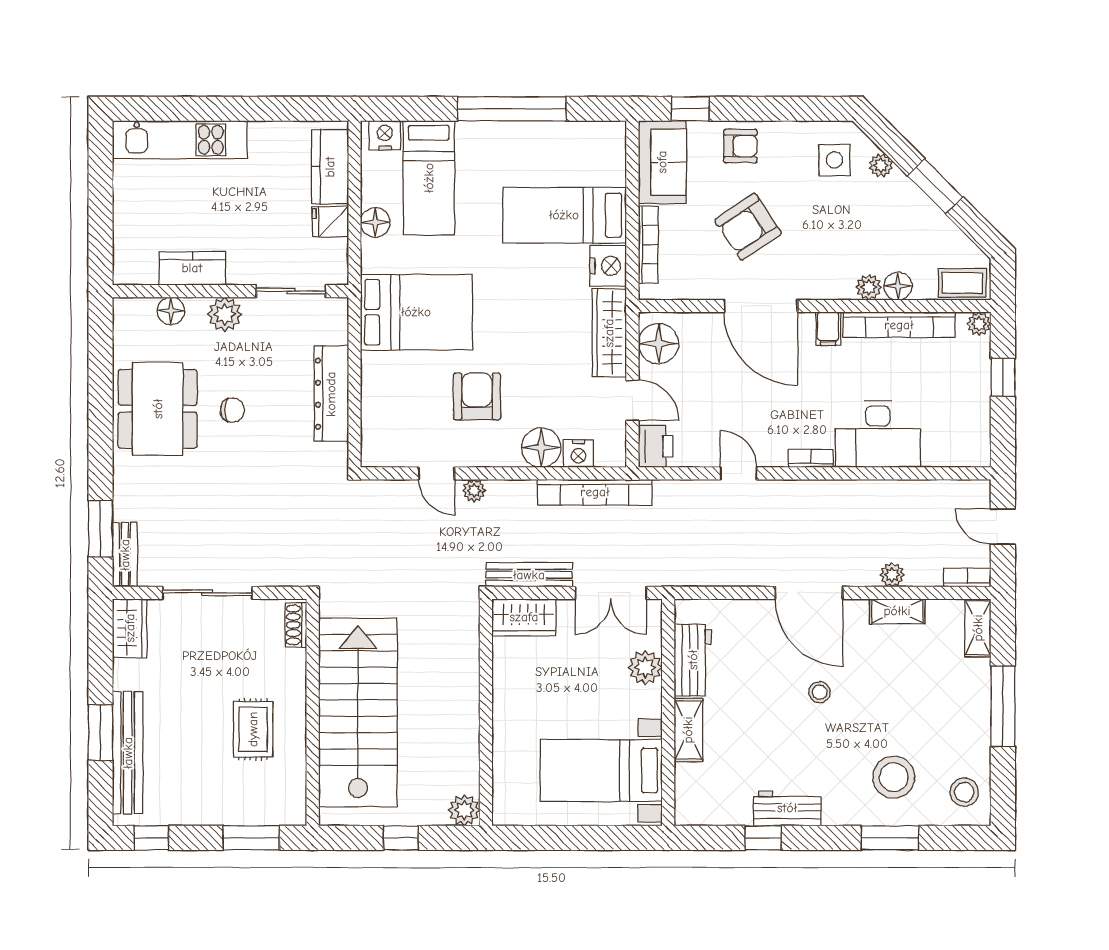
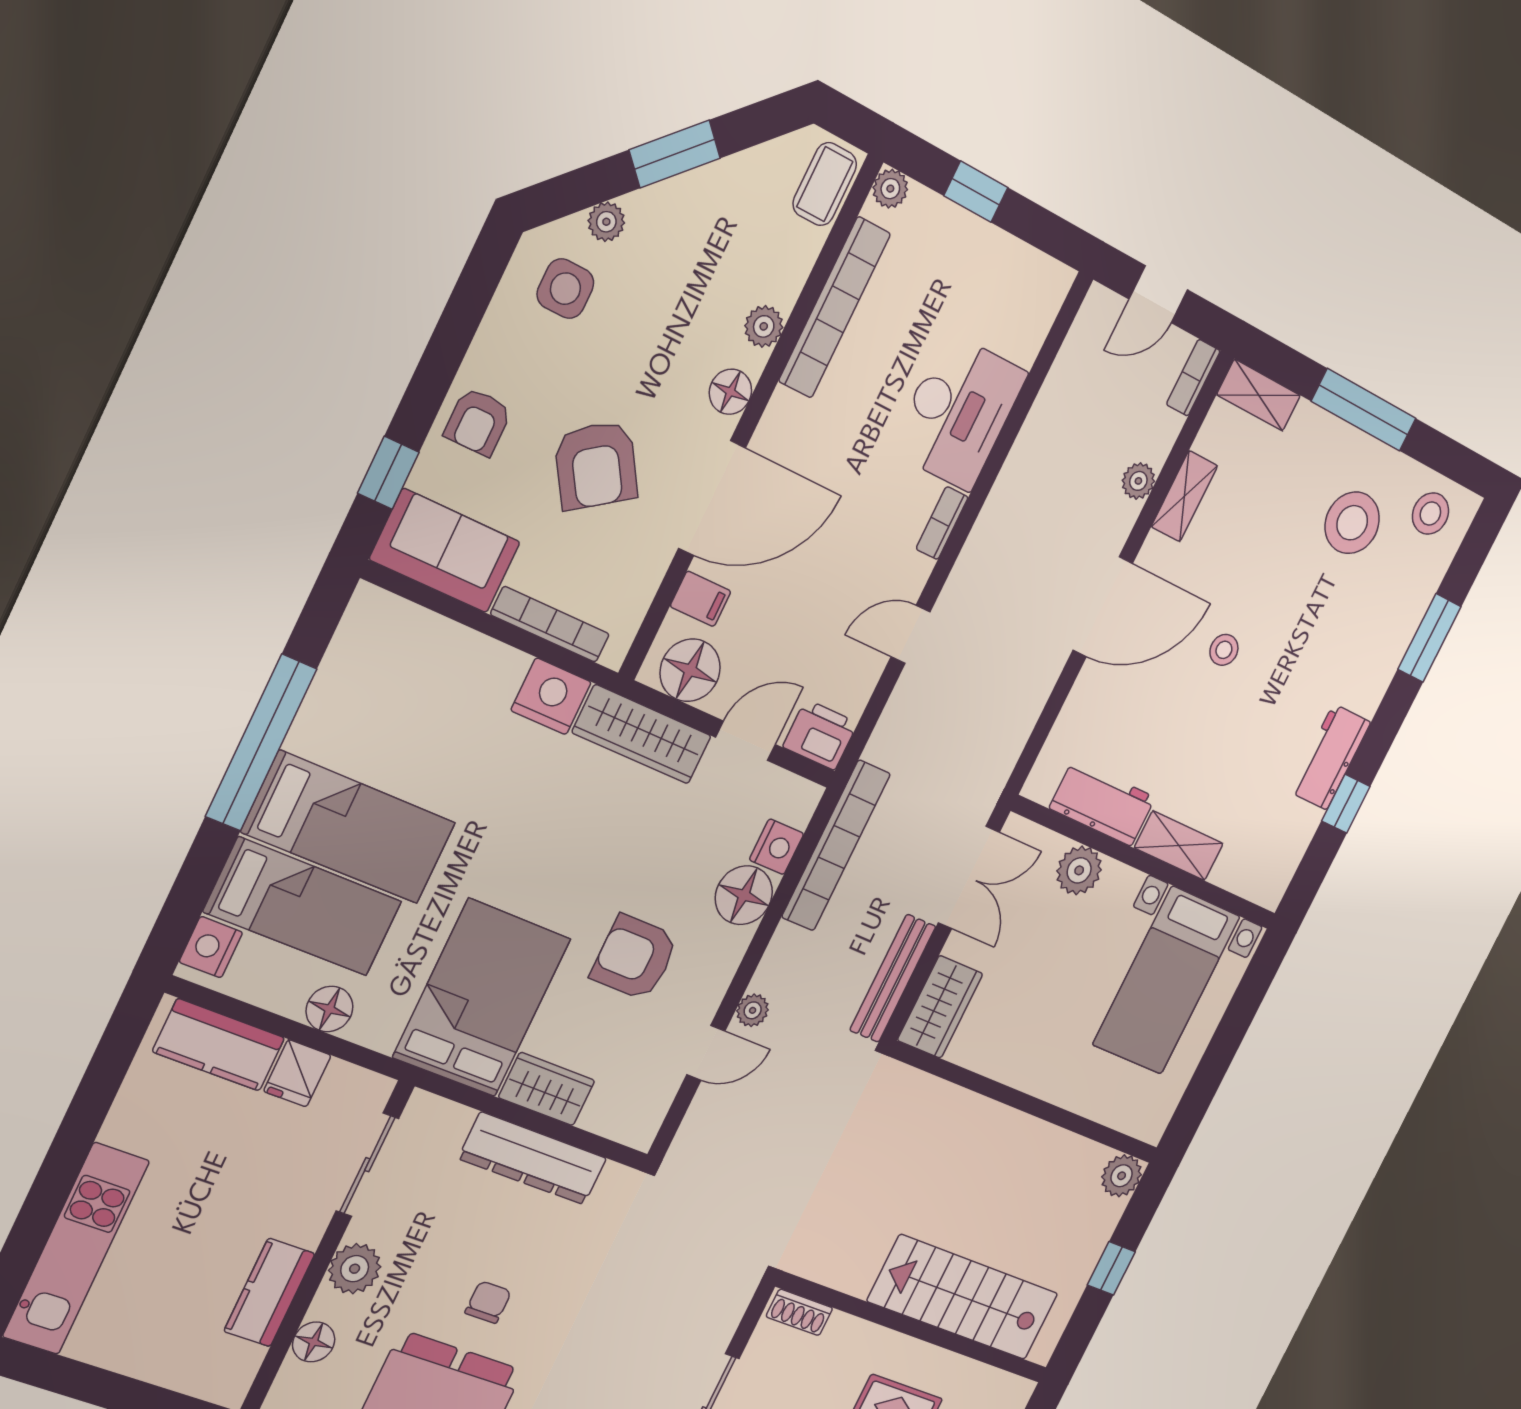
armchair: (741, 146) -> (478, 422), turned 180
bed: (564, 215) -> (349, 827), moved, turned -90
floor lamp: (898, 286) -> (730, 392), moved
filing cabinet: (828, 329) -> (701, 599), moved
wardrobe: (377, 381) -> (547, 1089), added
stairs: (358, 713) -> (963, 1297), width x0.73, depth x0.66
stool: (894, 777) -> (1352, 523), moved

